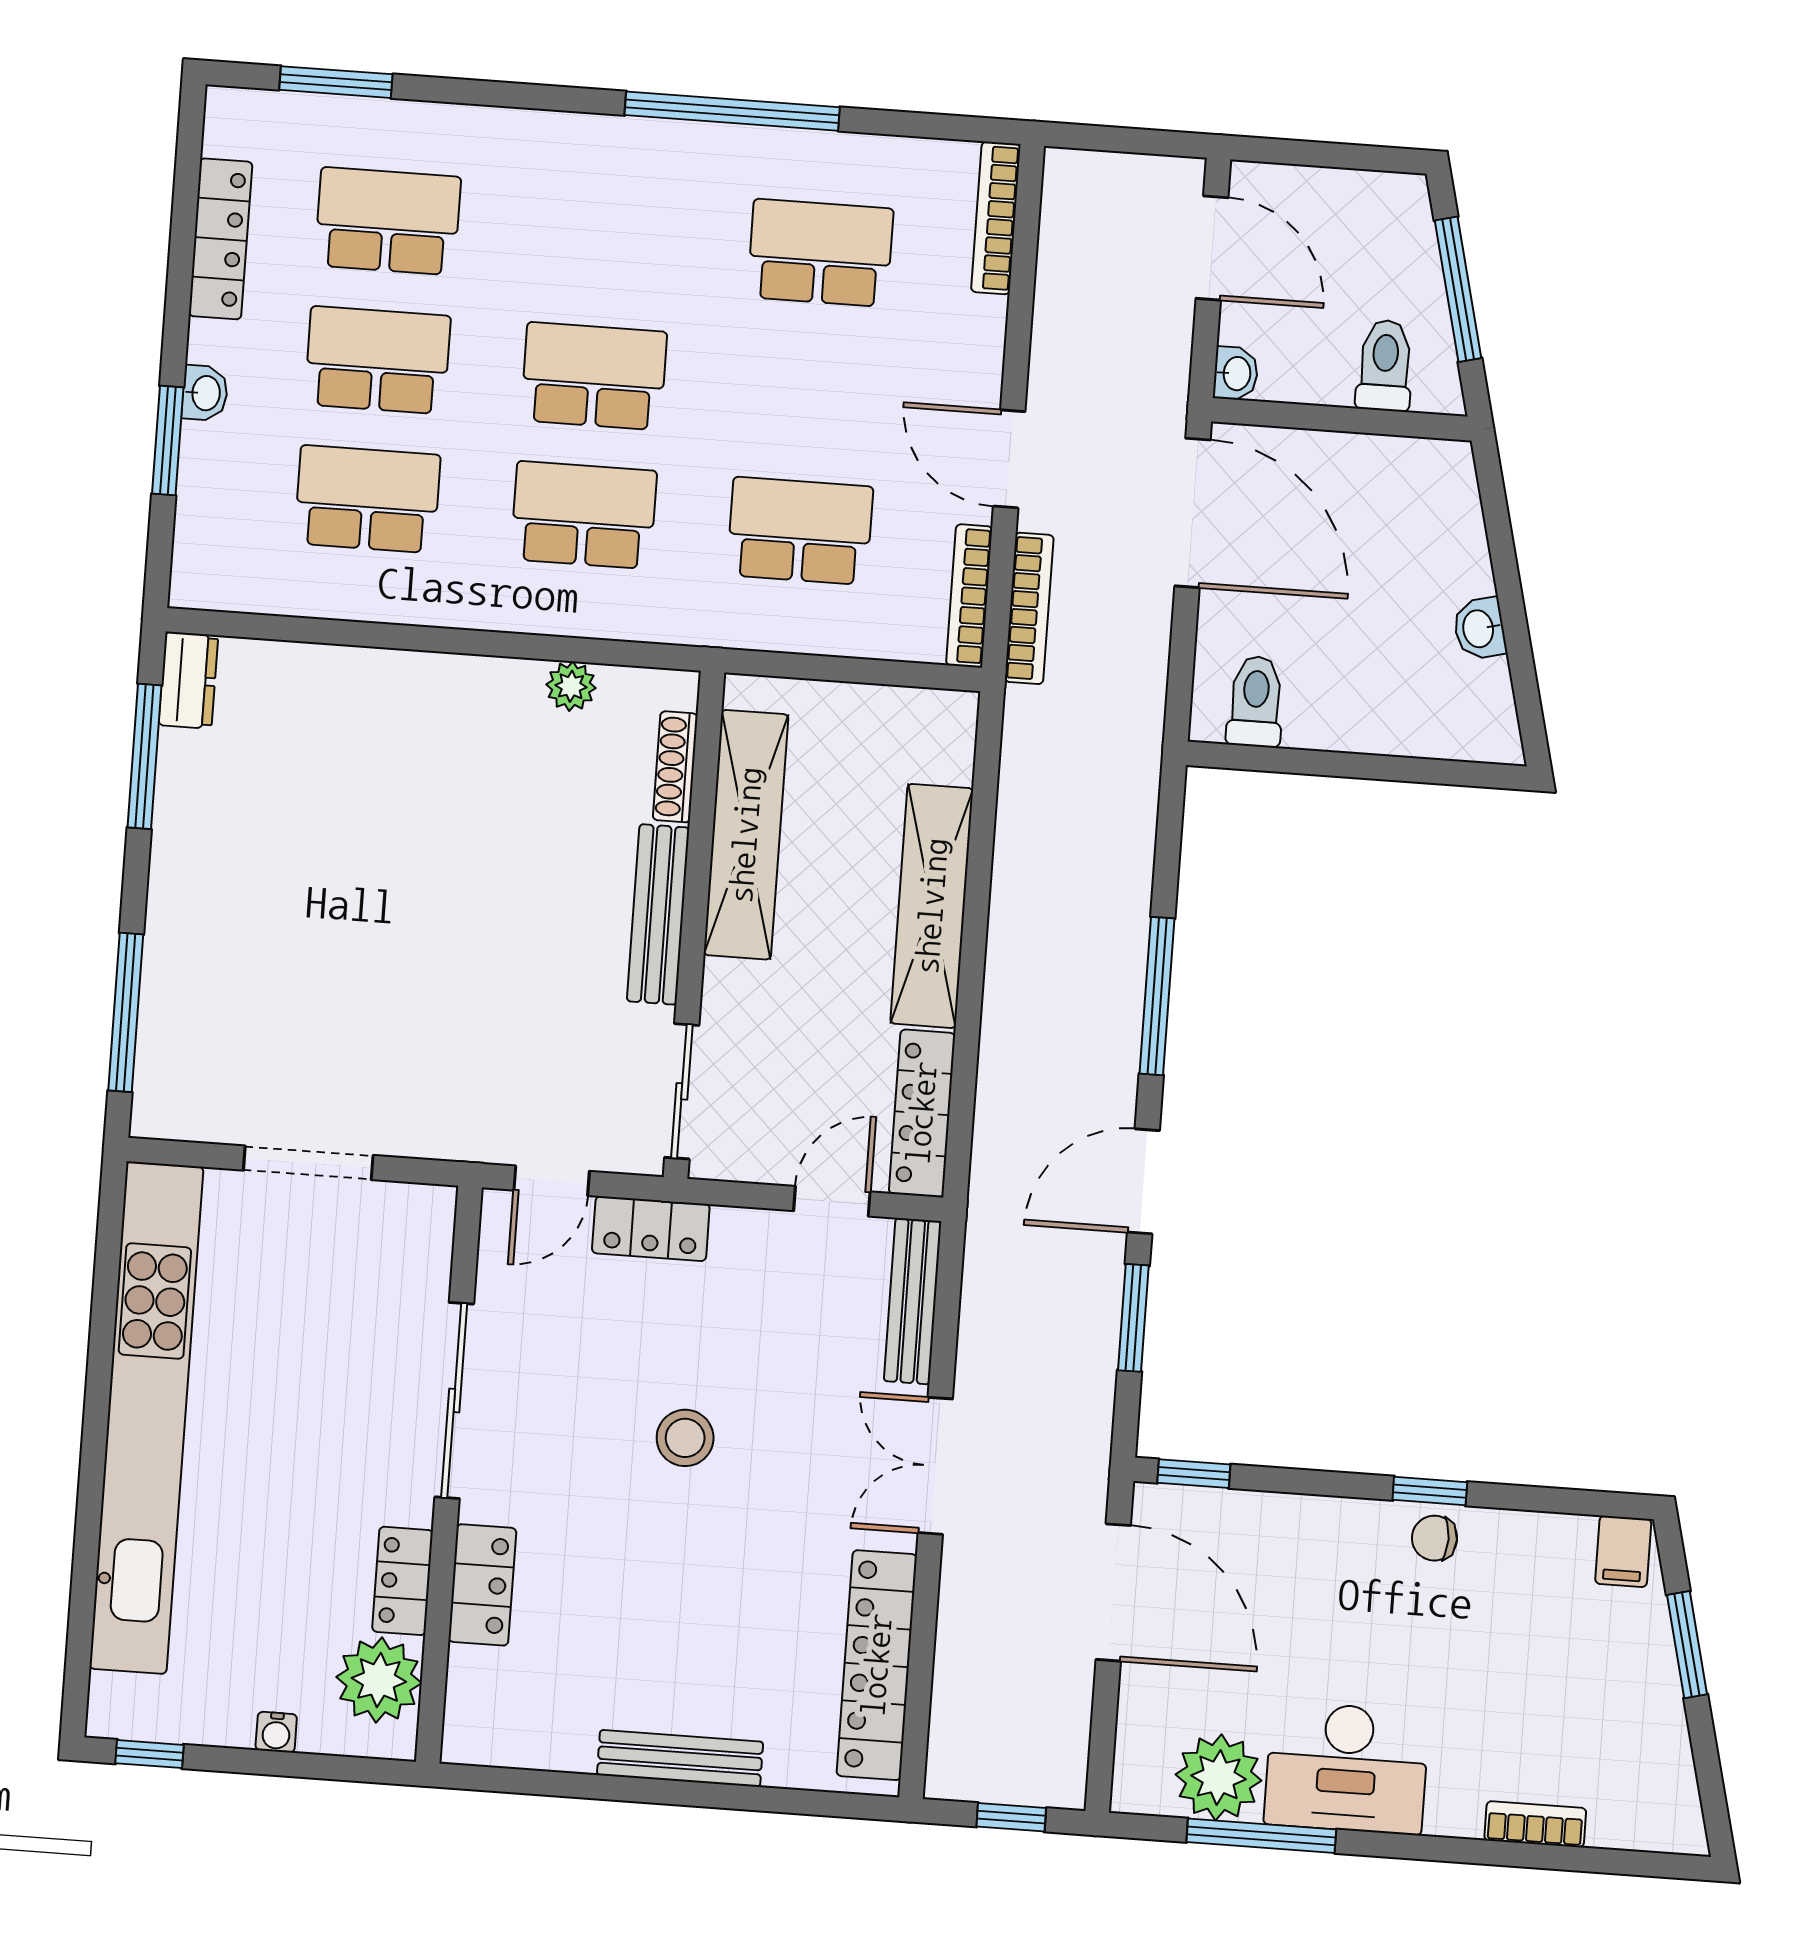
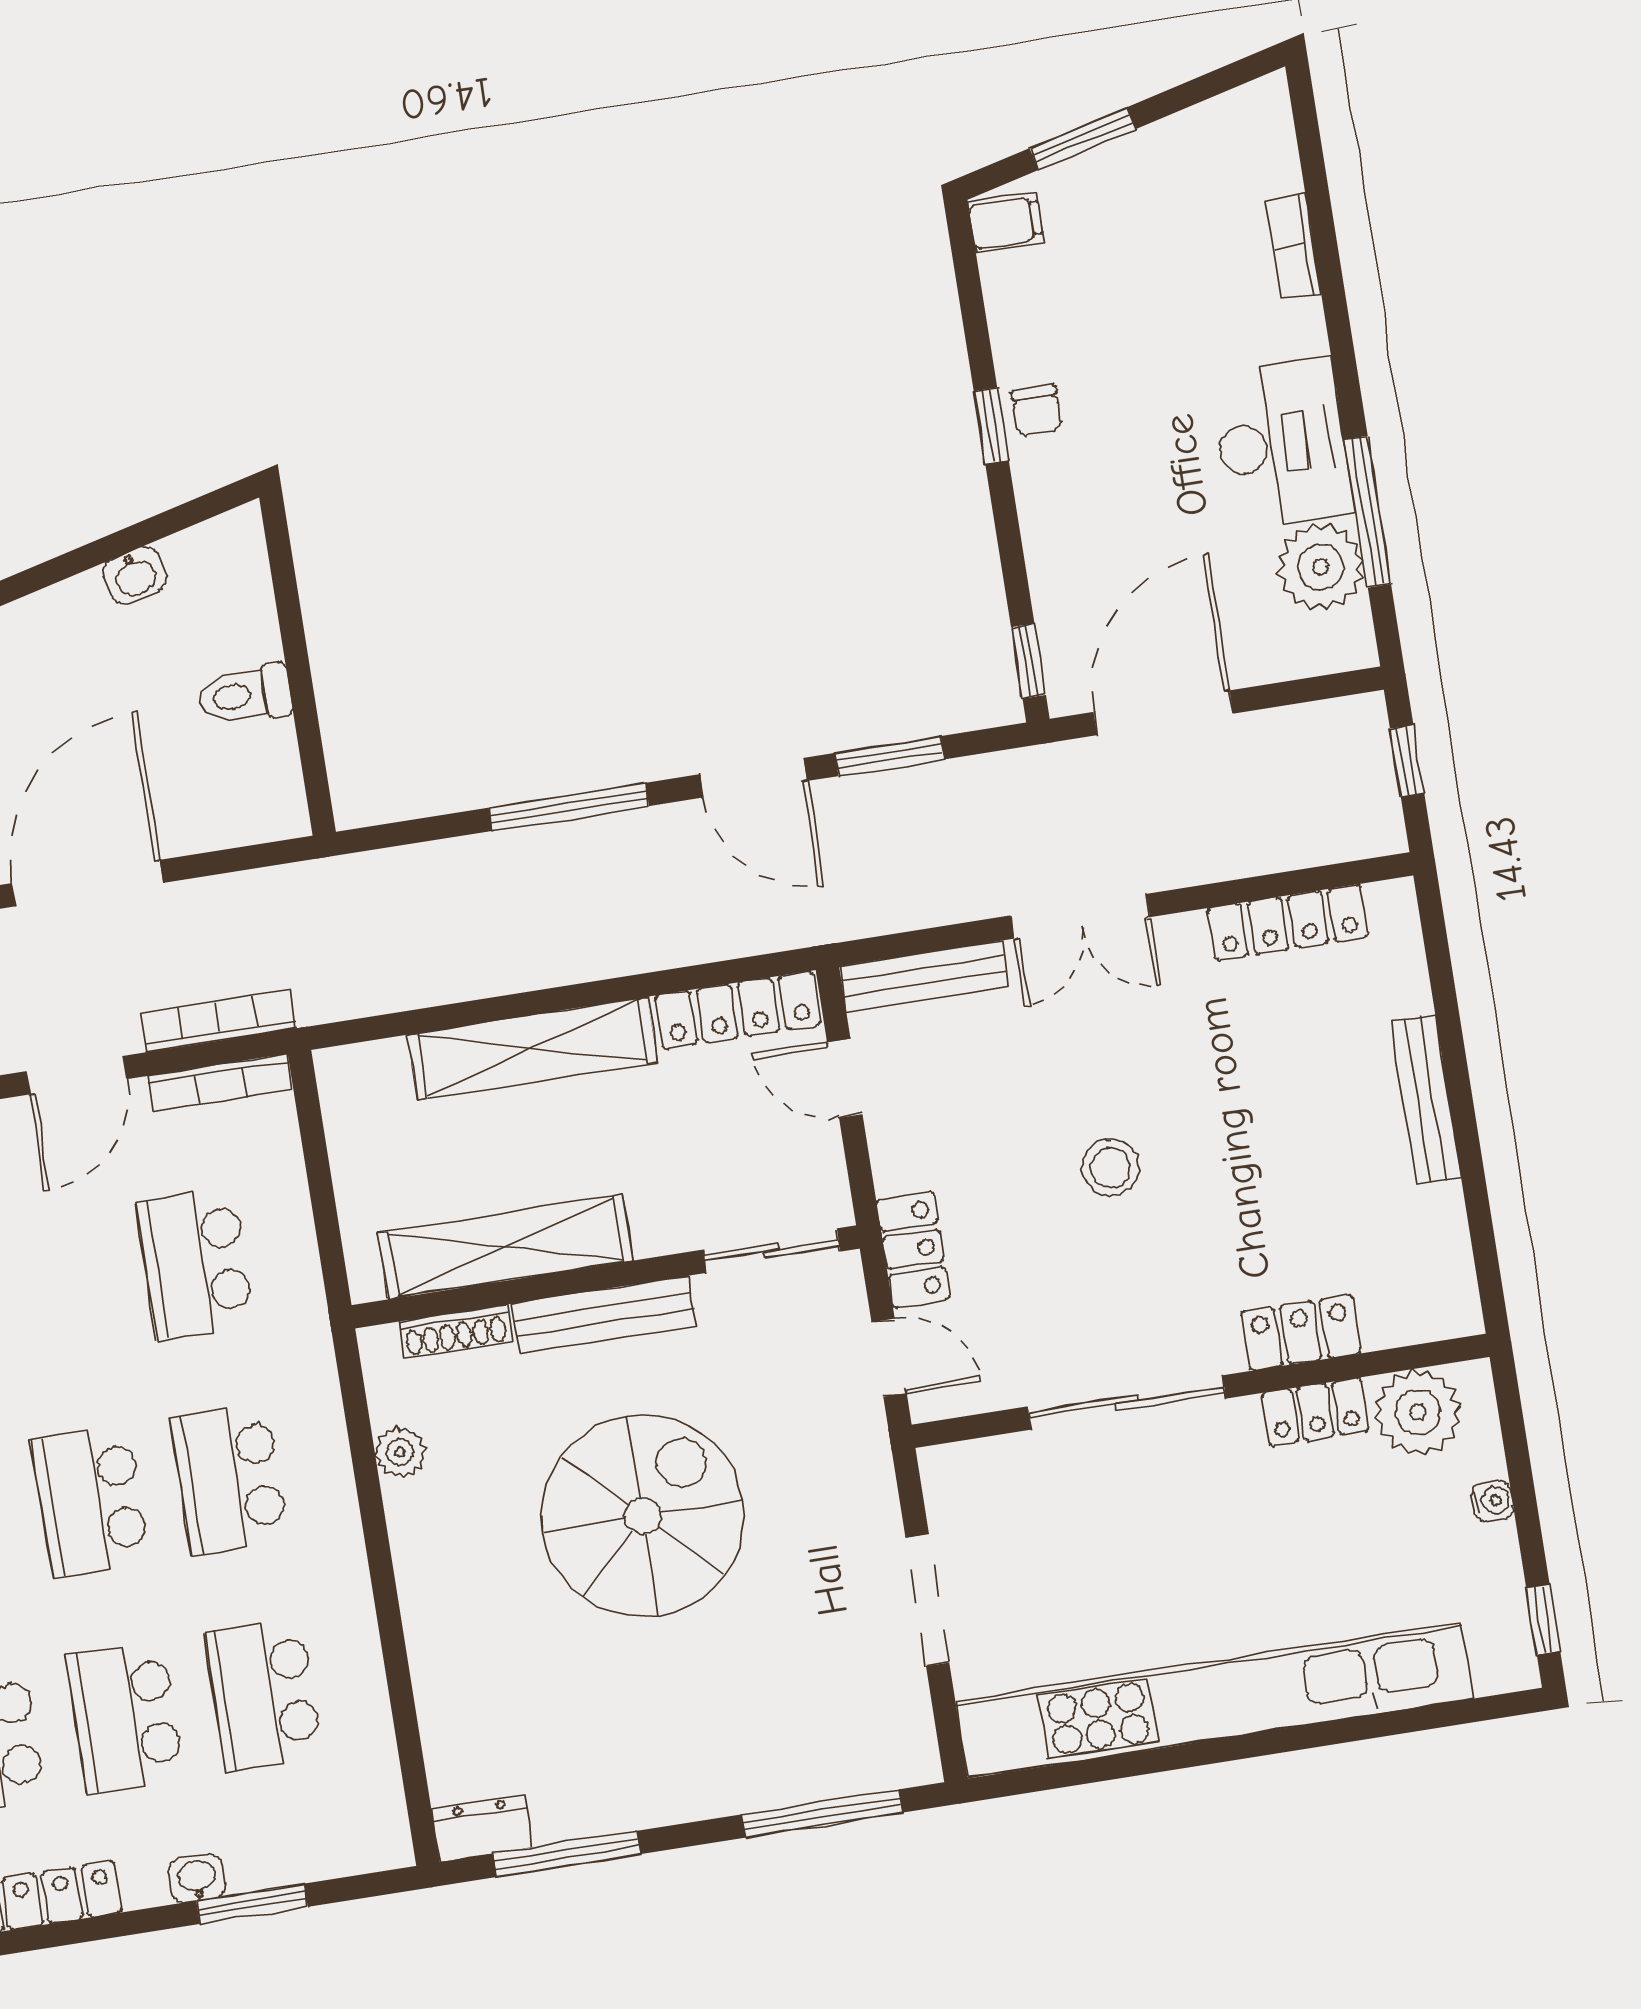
toilet: (1256, 701) -> (245, 695), moved
spiral stairs: (454, 907) -> (643, 1516), added
locker: (877, 1665) -> (1288, 922), width x0.71, depth x0.83

